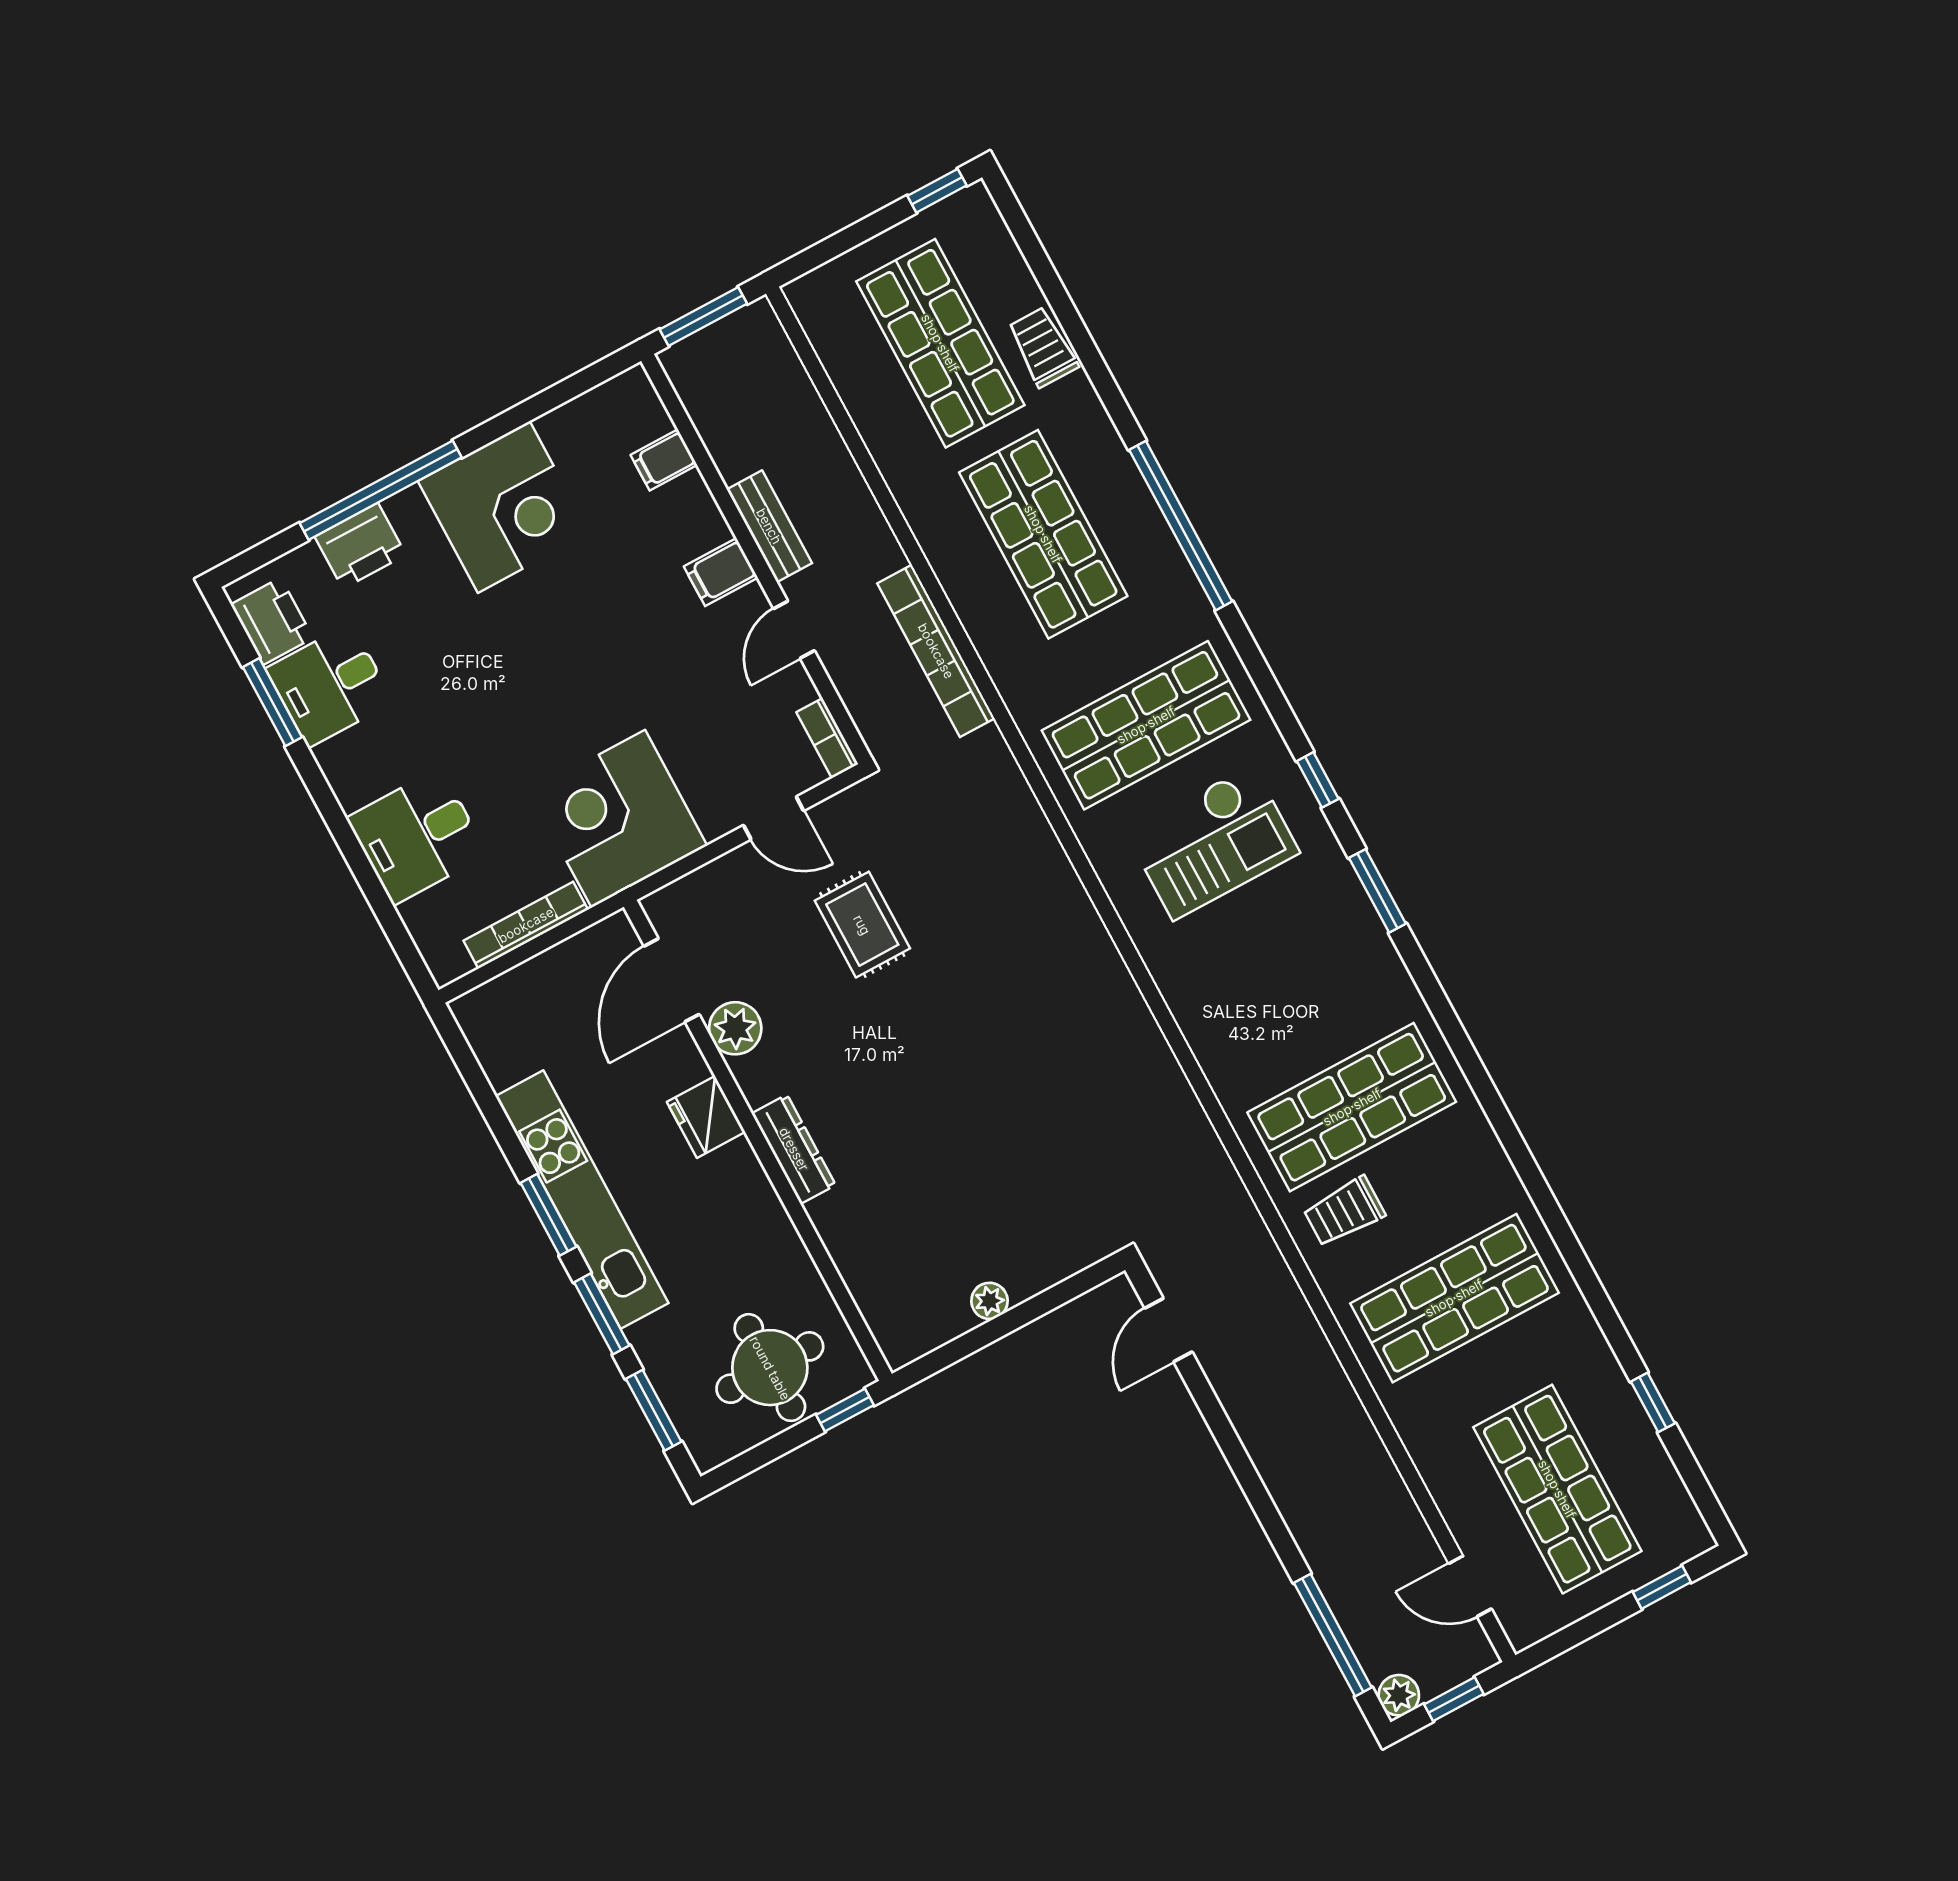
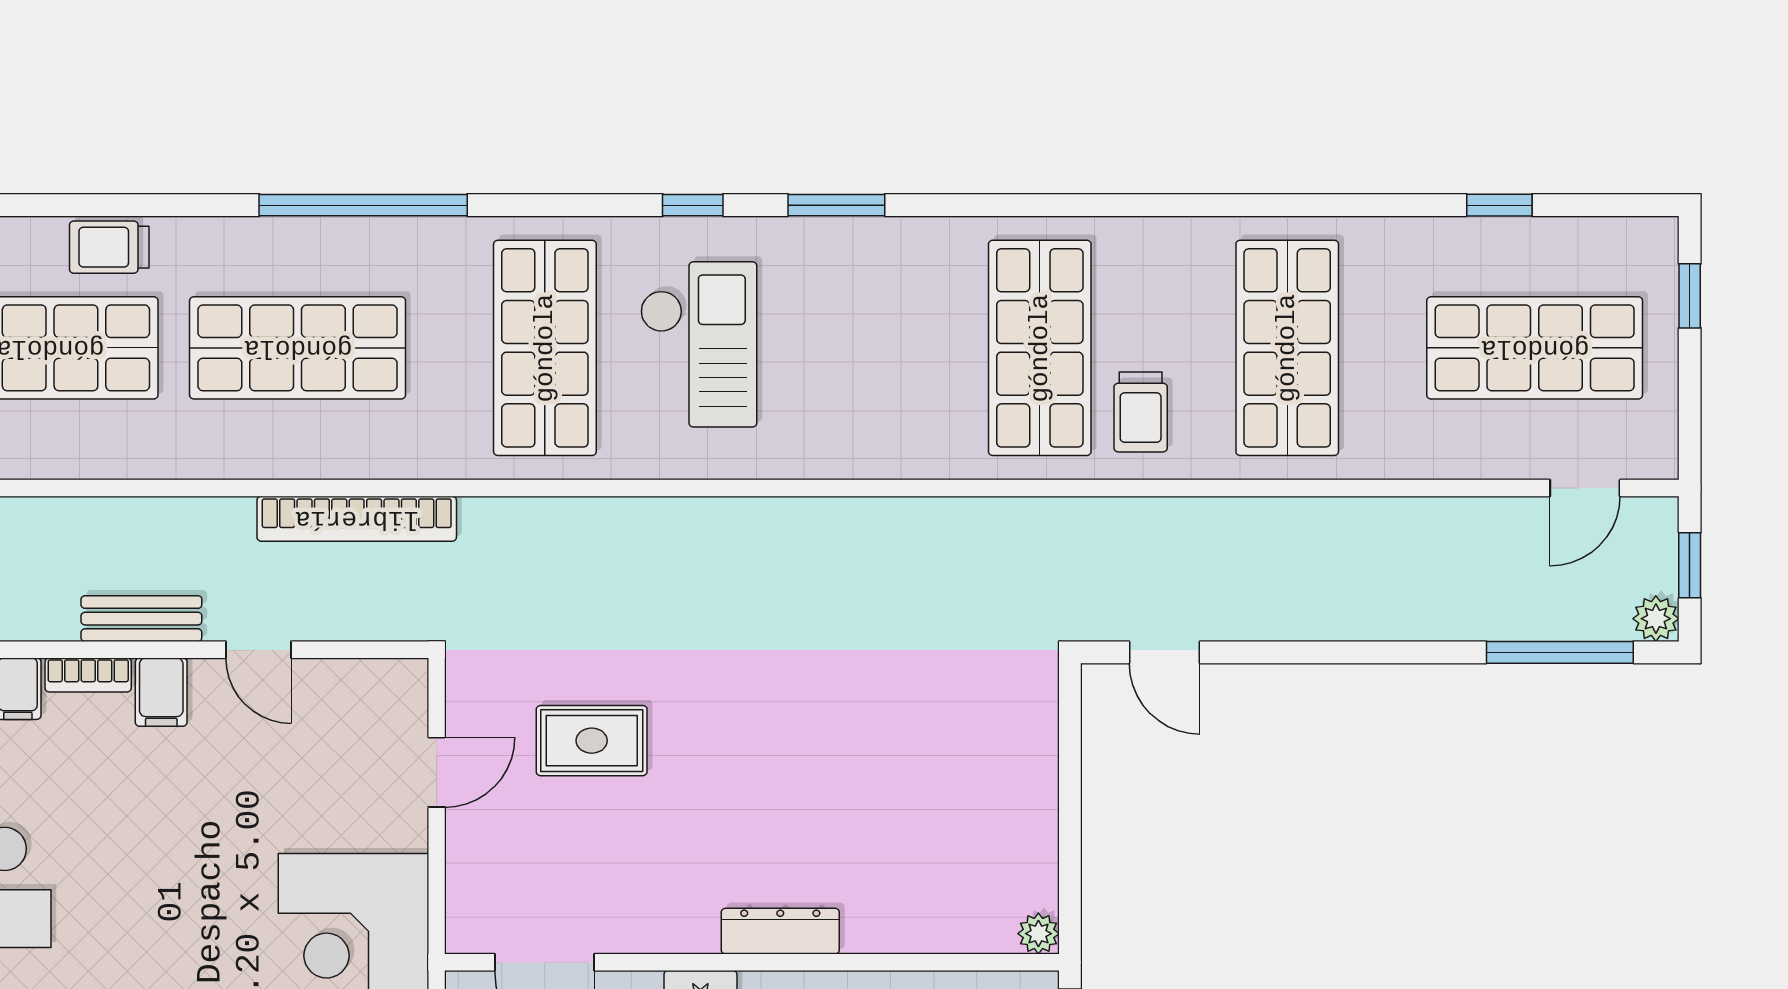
bookcase: (827, 738) -> (88, 675), moved
plant: (735, 1028) -> (627, 924), removed
plant: (989, 1301) -> (1038, 934), moved

